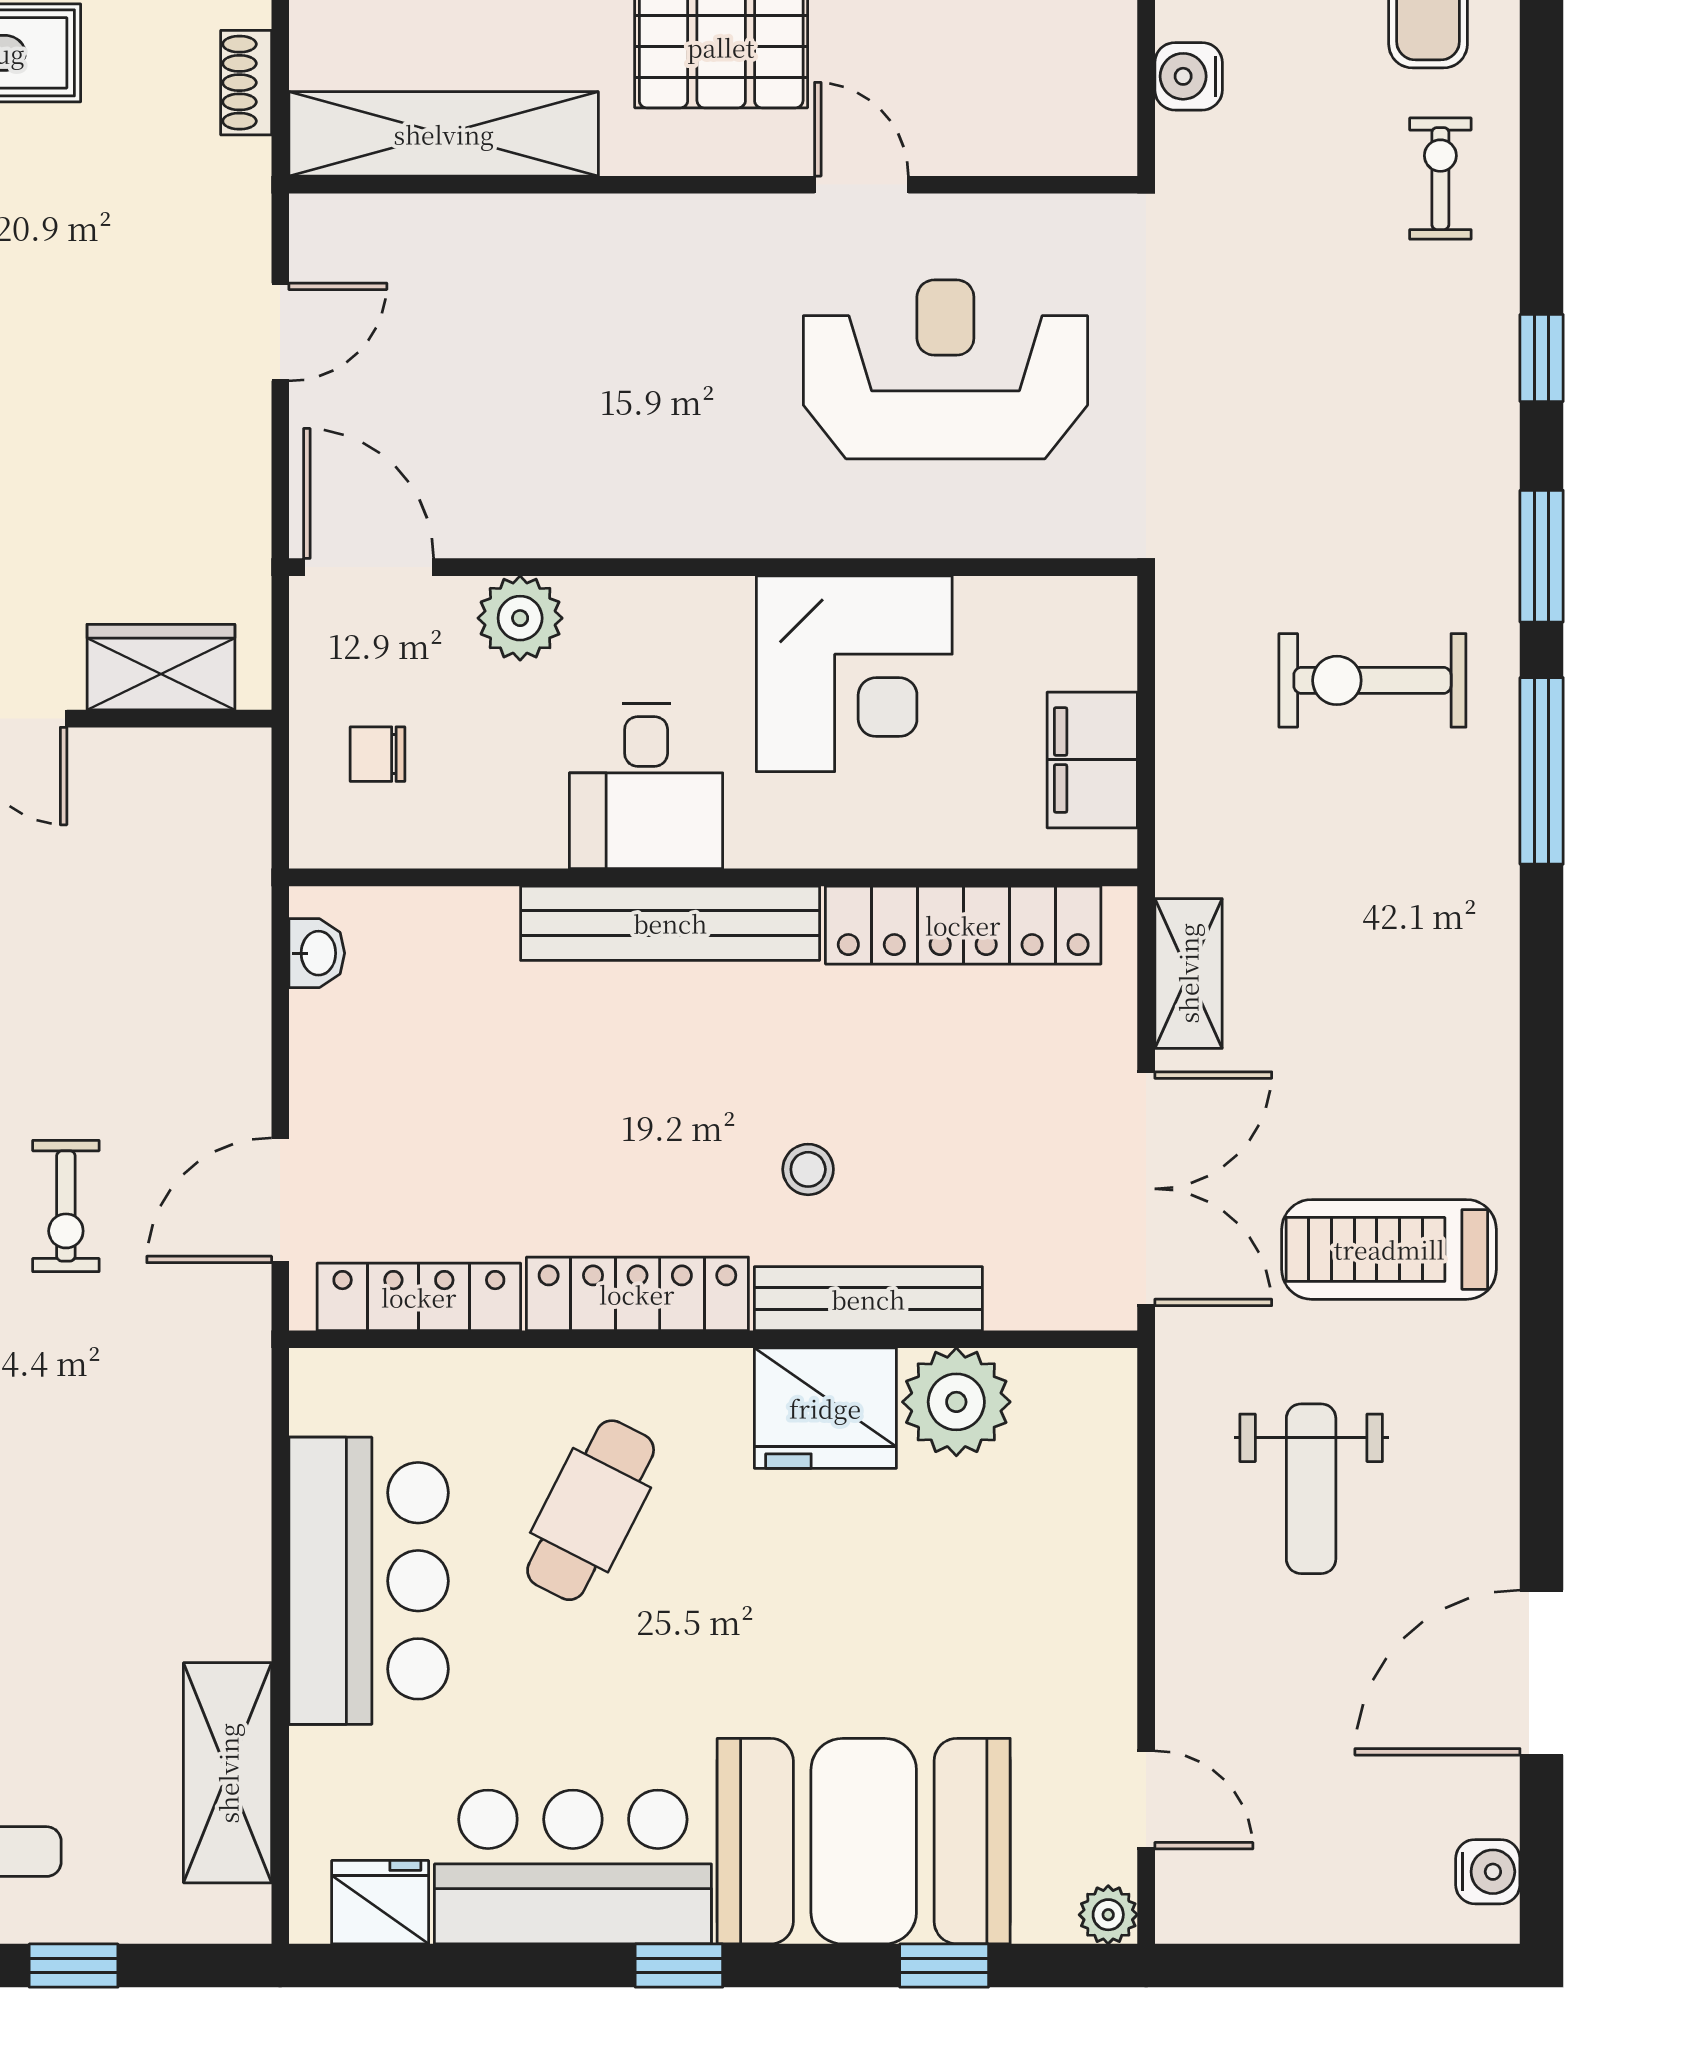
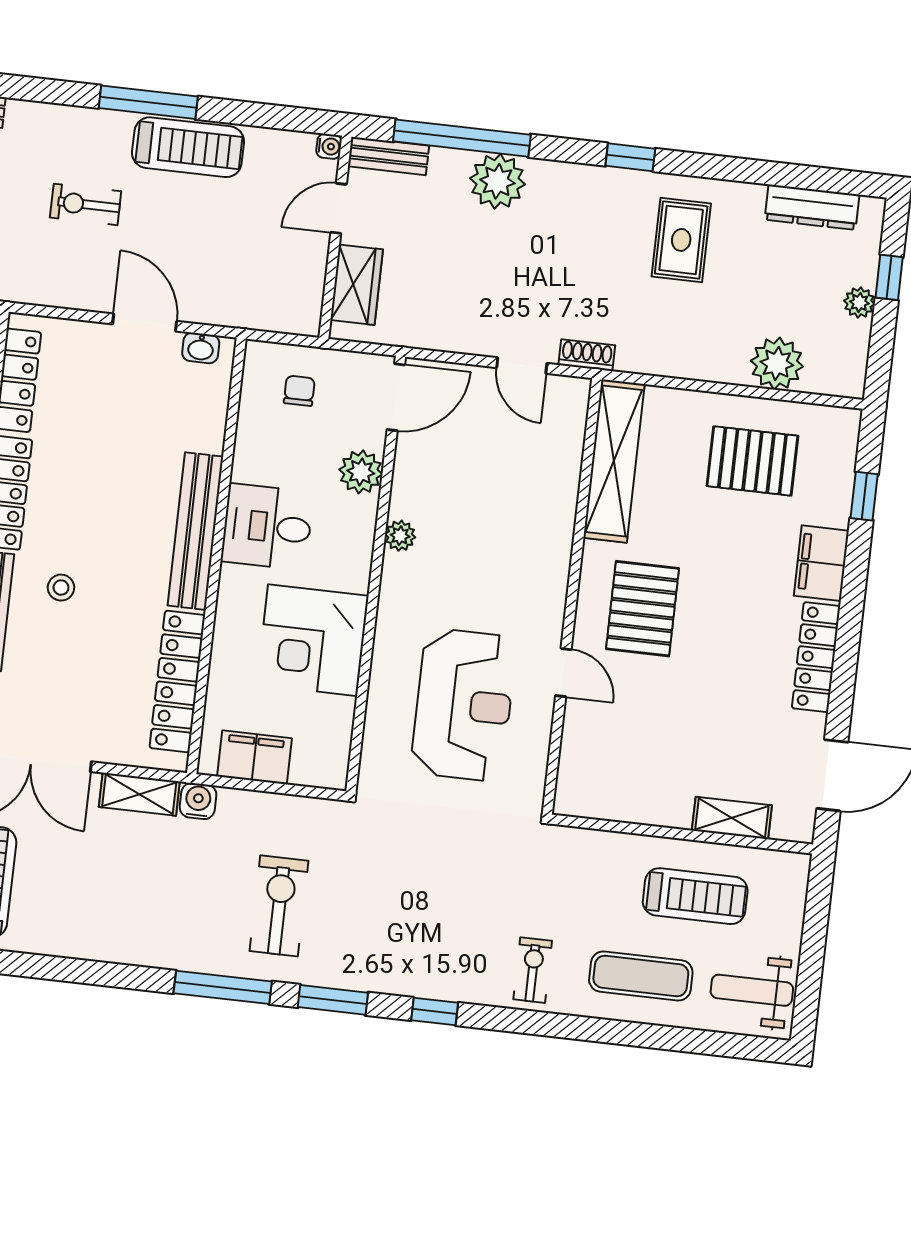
water cooler: (1189, 76) -> (198, 801), moved
shoe rack: (246, 83) -> (587, 355), moved
exercise bike: (1440, 179) -> (533, 970), turned -90
door: (861, 185) -> (563, 673), hinge flipped
plant: (634, 529) -> (400, 536), added
door: (280, 1200) -> (145, 323), moved

